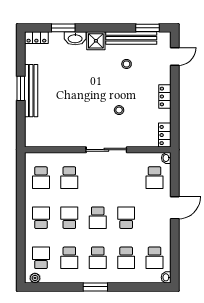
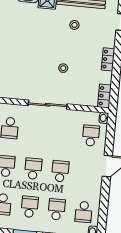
school desk: (154, 178) -> (91, 136), turned 180
school desk: (98, 218) -> (33, 169), turned 180
school desk: (98, 258) -> (30, 207), turned 180
school desk: (126, 258) -> (57, 209), turned 180

